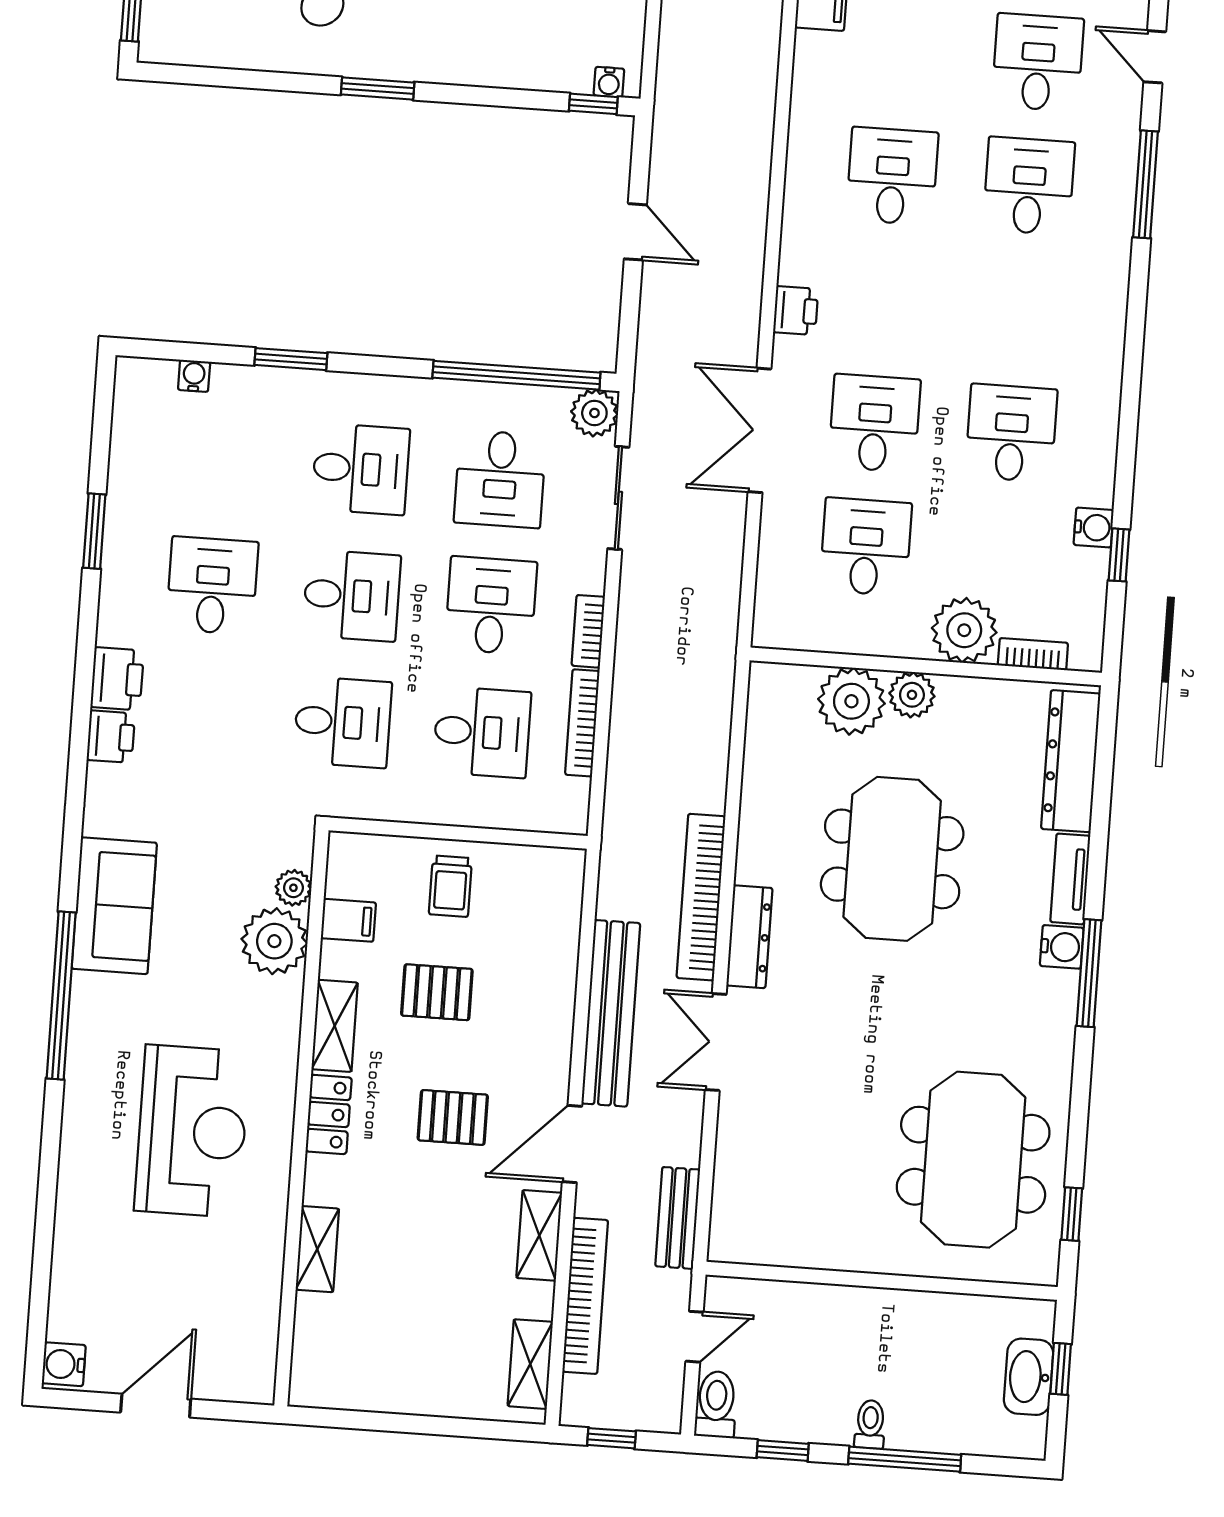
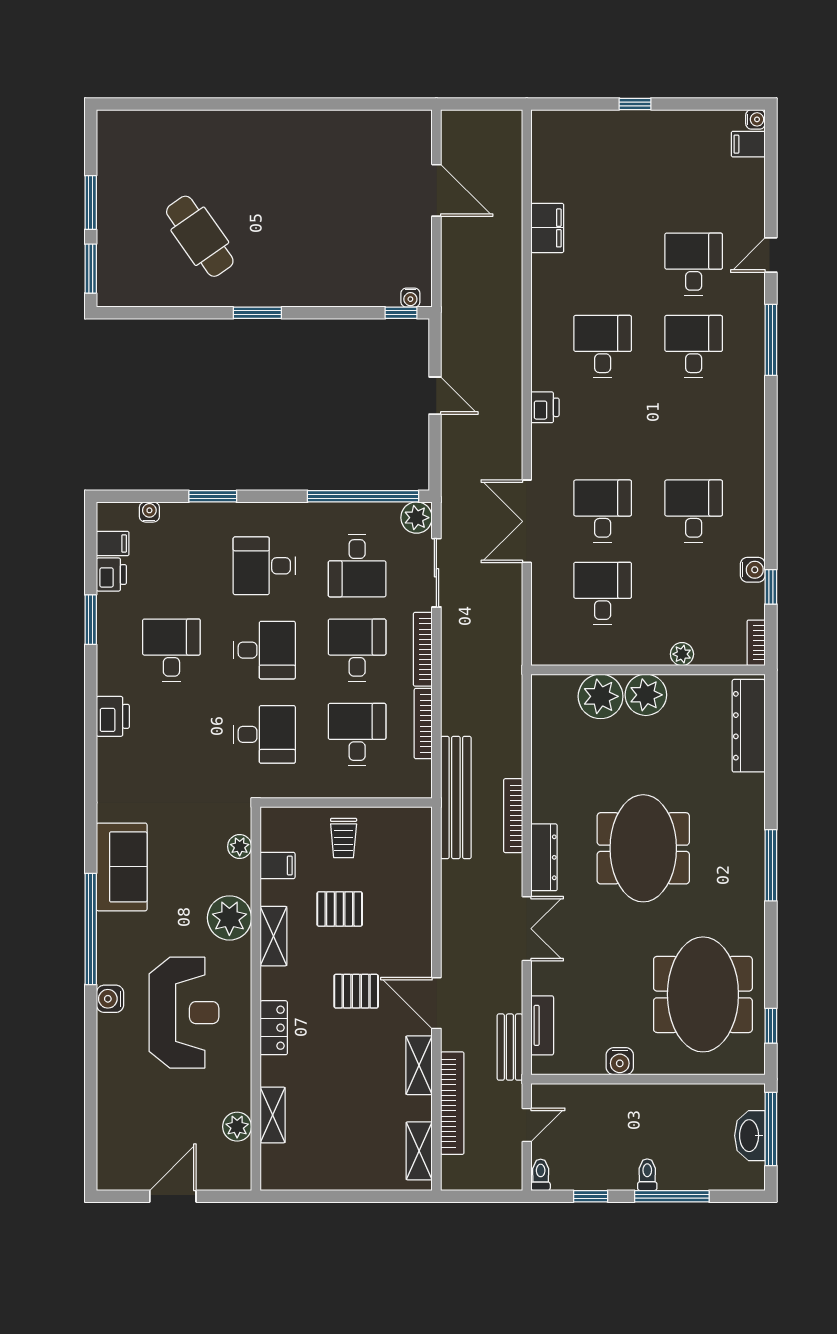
door: (1155, 57) -> (771, 255), hinge flipped
printer: (796, 310) -> (545, 407), moved
filing cabinet: (135, 419) -> (113, 544), added
desk: (361, 469) -> (264, 566), turned 180
plant: (964, 630) -> (682, 654), width x0.53, depth x0.53
bookcase: (588, 631) -> (423, 649), width x1.56
bookcase: (1033, 654) -> (756, 643), moved, turned -90
plant: (912, 695) -> (646, 695), width x1.36, depth x1.36
desk: (482, 732) -> (357, 734), turned -90
printer: (111, 737) -> (111, 575), moved
meeting table: (892, 859) -> (643, 848), moved
tv unit: (1070, 879) -> (542, 1025), moved, turned 180
bookcase: (701, 897) -> (513, 816), width x0.68, depth x0.76
plant: (274, 941) -> (229, 918), moved
water cooler: (1062, 947) -> (620, 1061), moved, turned 90
bench: (611, 1013) -> (456, 798), moved
double door: (716, 1042) -> (527, 929), swing flipped
locker: (329, 1114) -> (274, 1028), moved
door: (572, 1144) -> (436, 1003), hinge flipped
shelving: (317, 1249) -> (273, 1115), moved
plant: (260, 1308) -> (237, 1127), added
water cooler: (64, 1364) -> (110, 999), moved
window: (1061, 1369) -> (771, 1129), width x2.17
toilet: (716, 1404) -> (541, 1175), width x0.73, depth x0.72
window: (611, 1438) -> (477, 1196), removed

